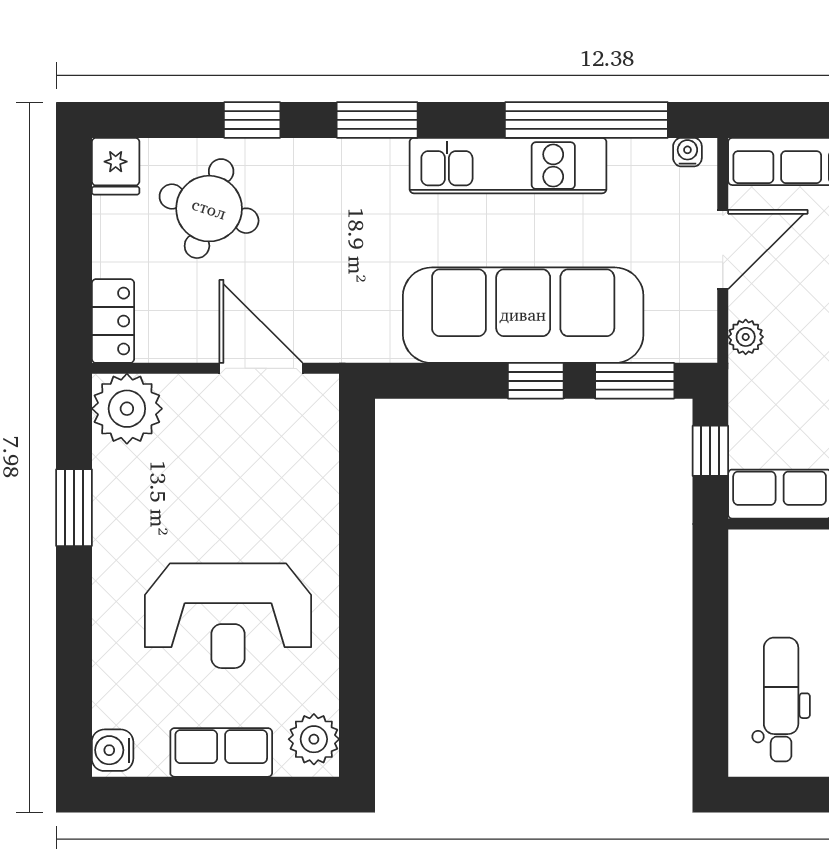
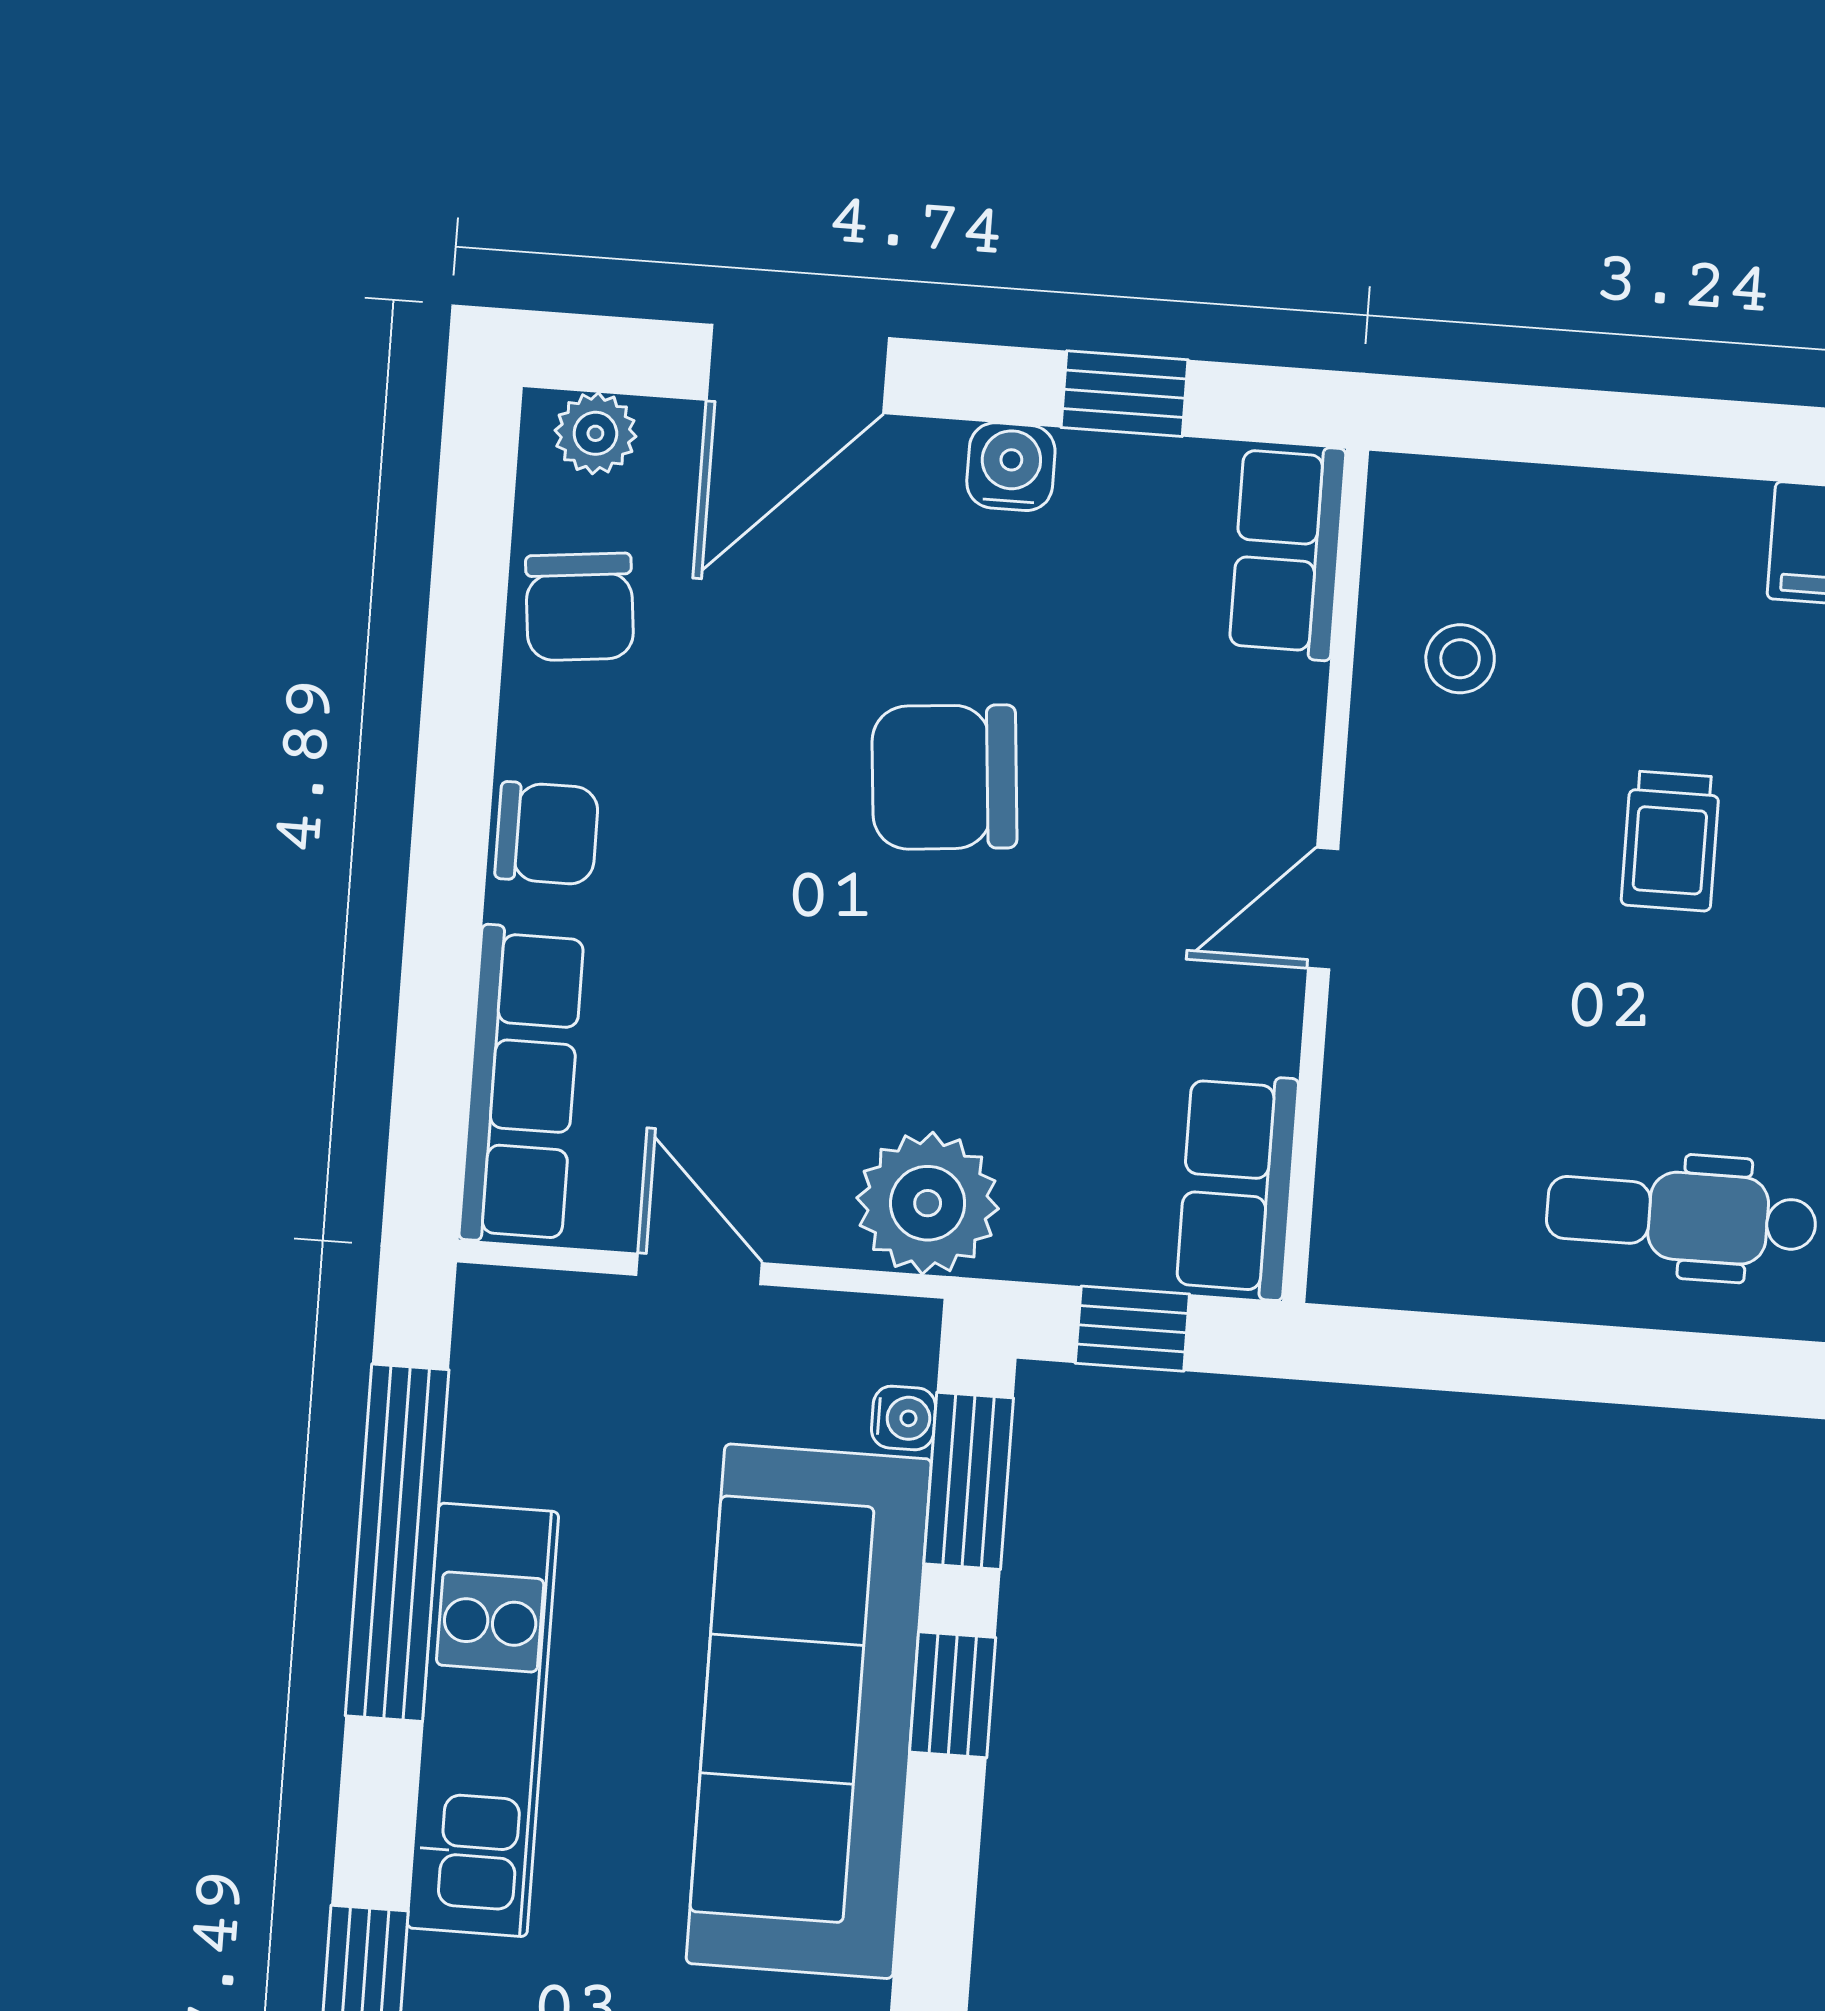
water cooler: (687, 152) -> (903, 1418), moved, turned 180
door: (723, 249) -> (699, 1269), width x0.73
plant: (746, 337) -> (928, 1203), width x1.88, depth x1.88

